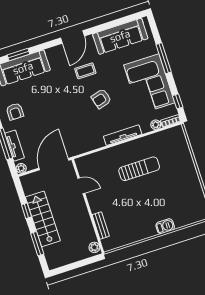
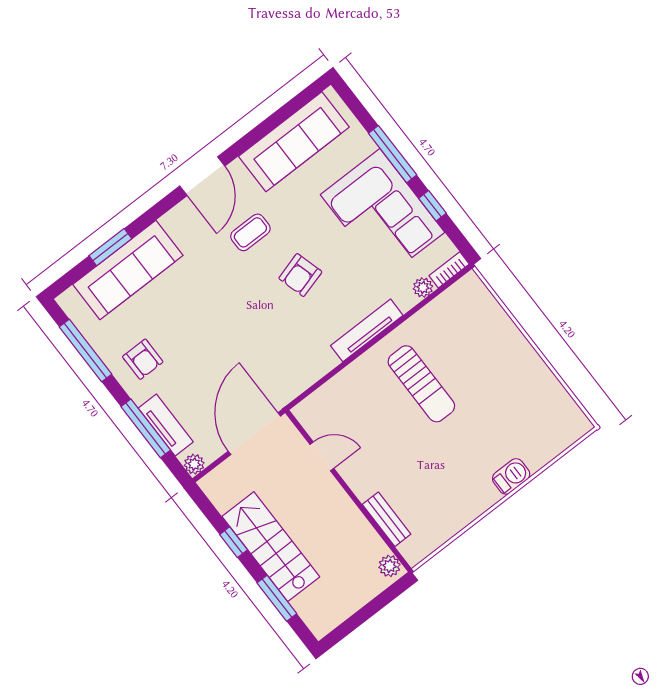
window: (178, 101) -> (432, 206), moved
sun lounger: (139, 169) -> (421, 384), turned 90

